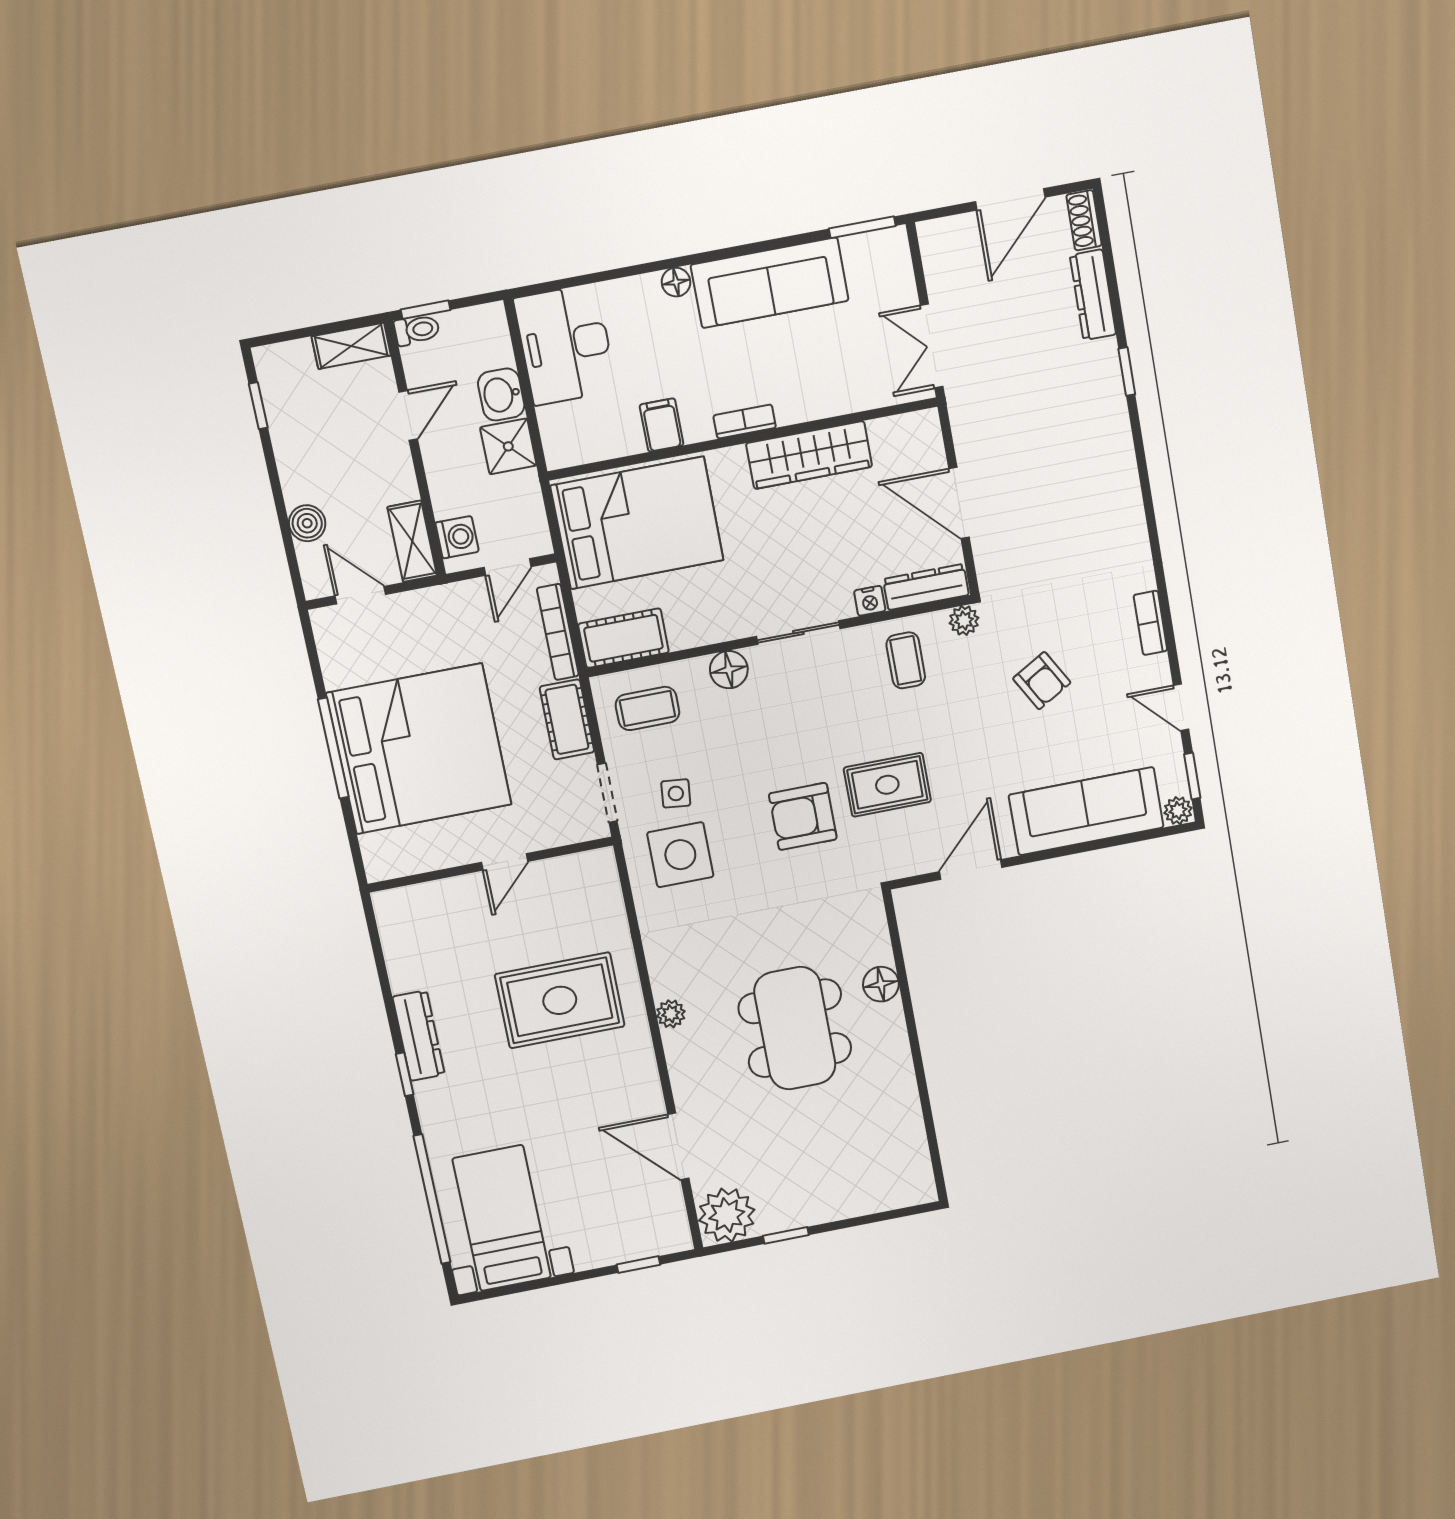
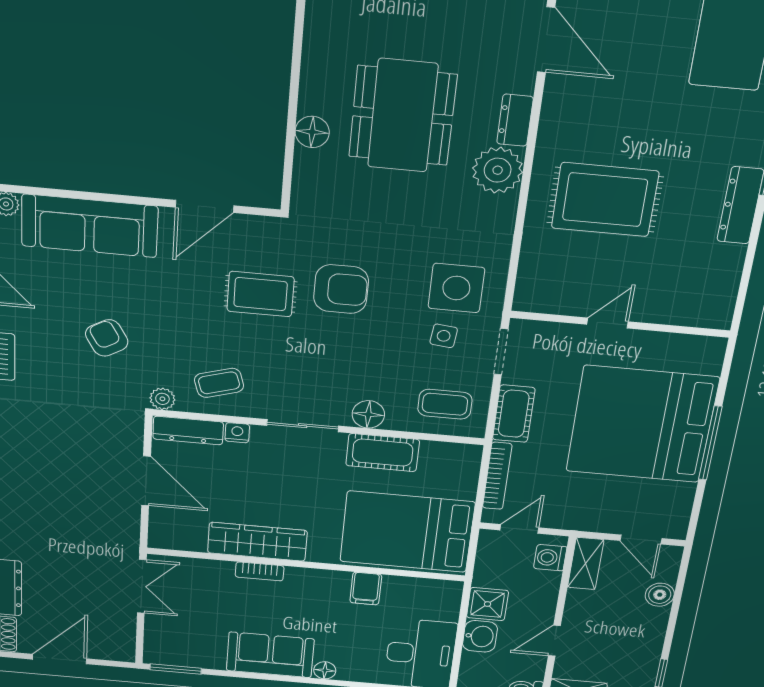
sofa: (770, 283) -> (270, 655), width x0.73
bookcase: (745, 422) -> (260, 571), moved
cot: (624, 638) -> (383, 453), moved
coffee table: (906, 660) -> (219, 383), turned 73
plant: (671, 1014) -> (498, 170), width x1.88, depth x1.88
dresser: (681, 1057) -> (515, 120), added

